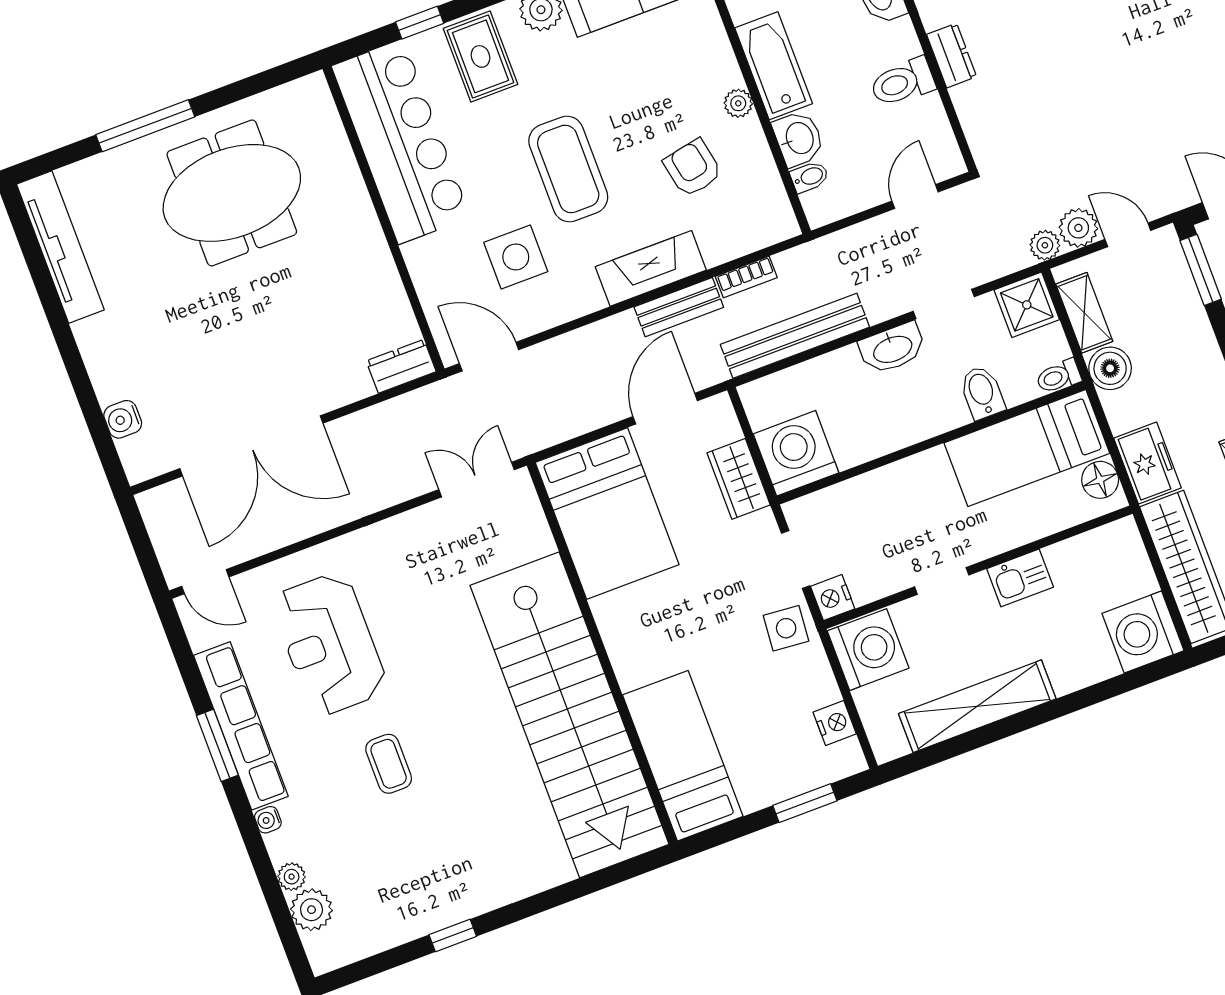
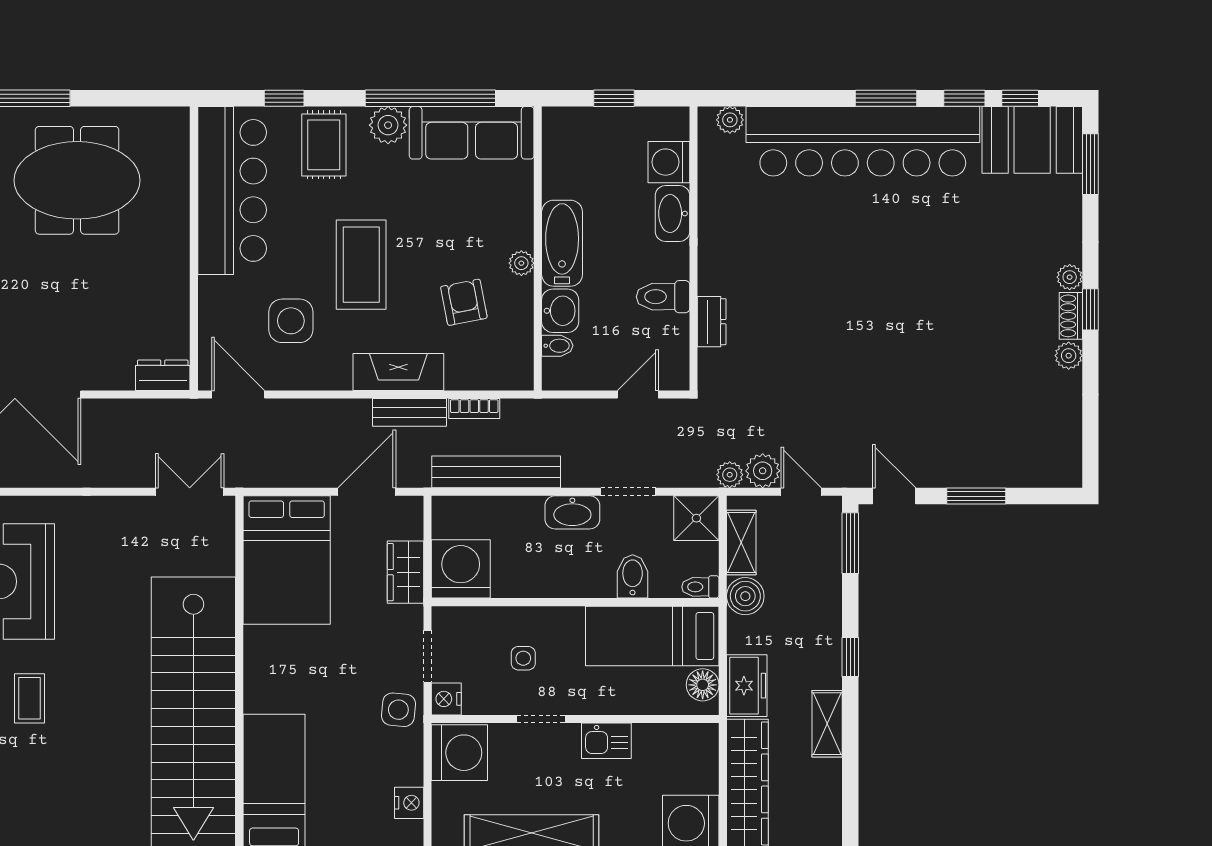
dresser: (952, 56) -> (712, 322), moved
side table: (898, 523) -> (523, 658), added

